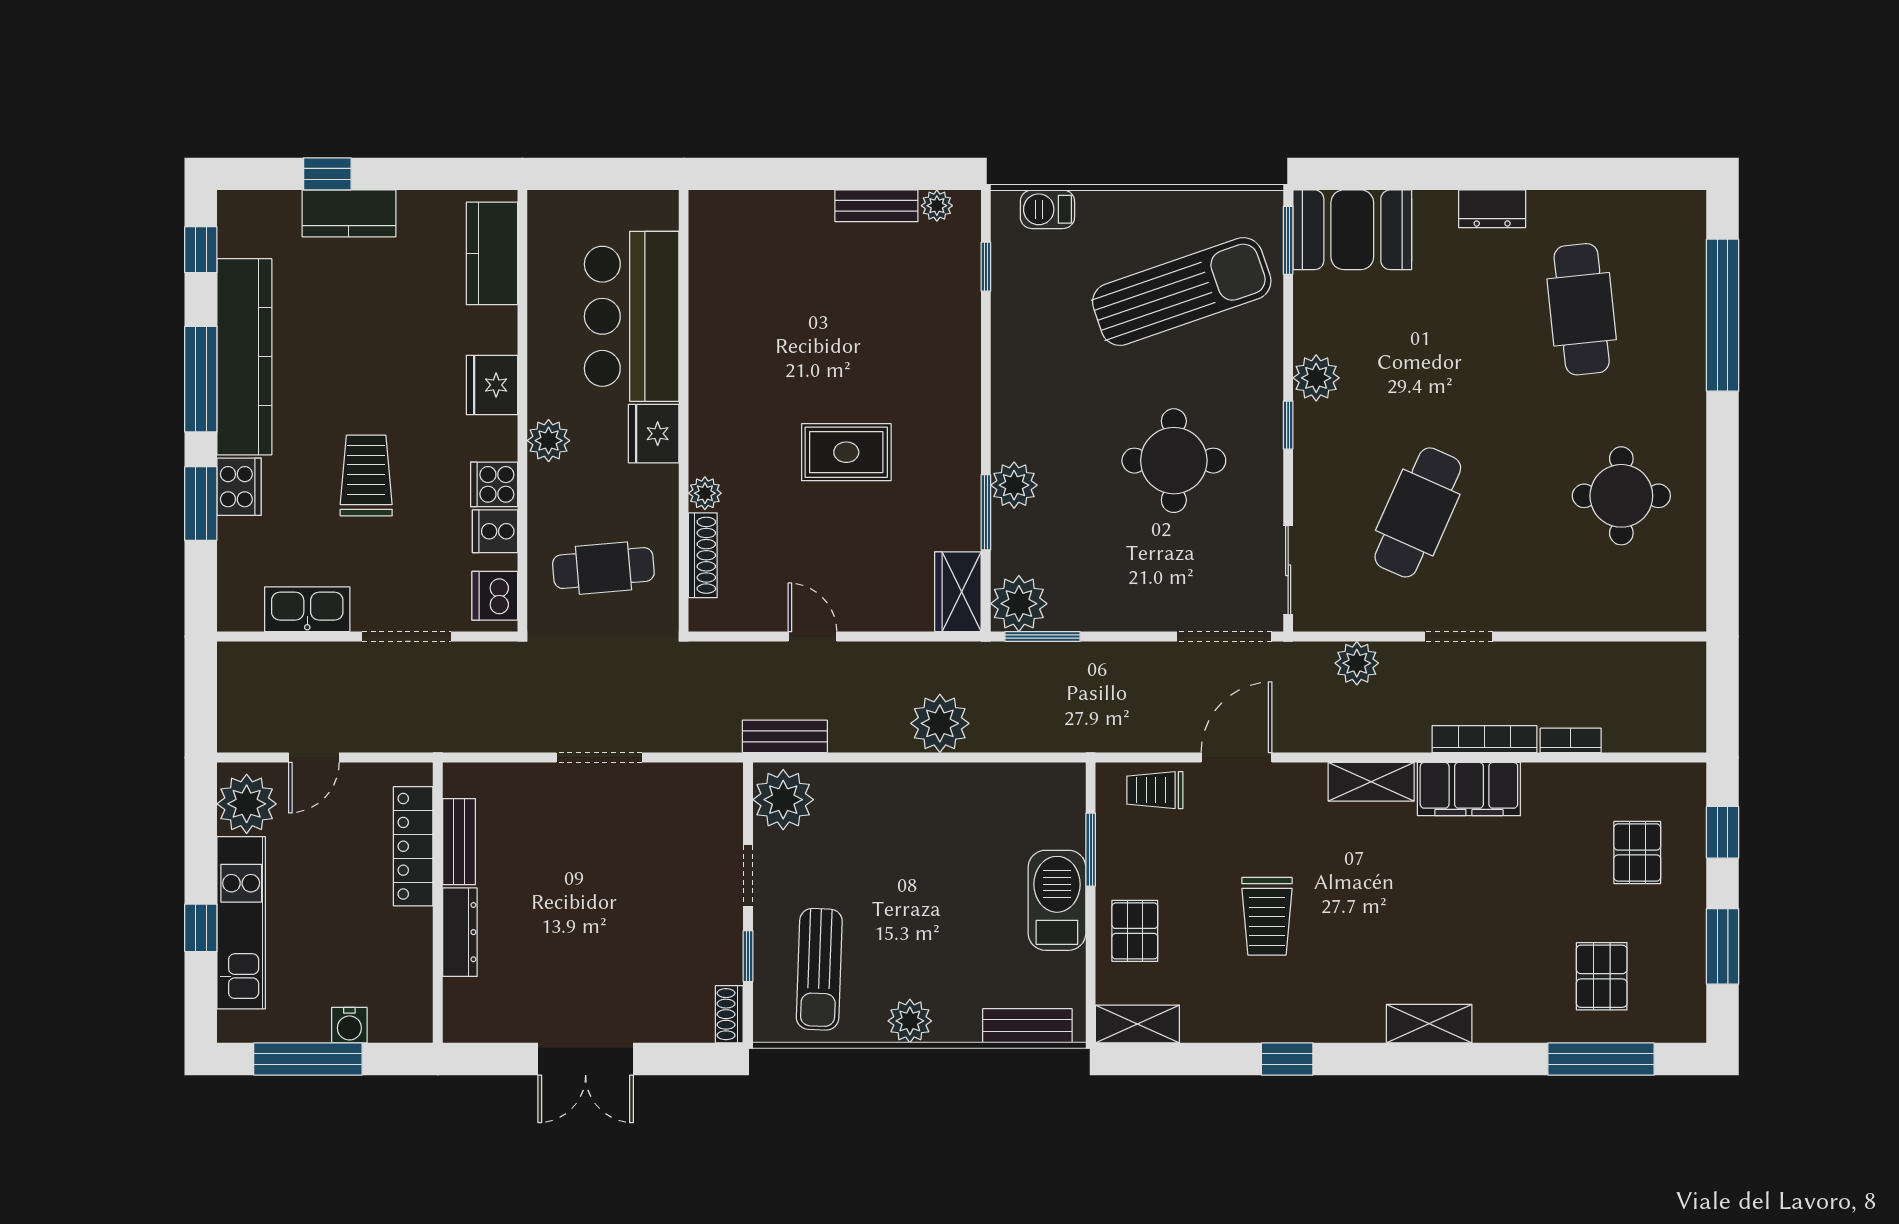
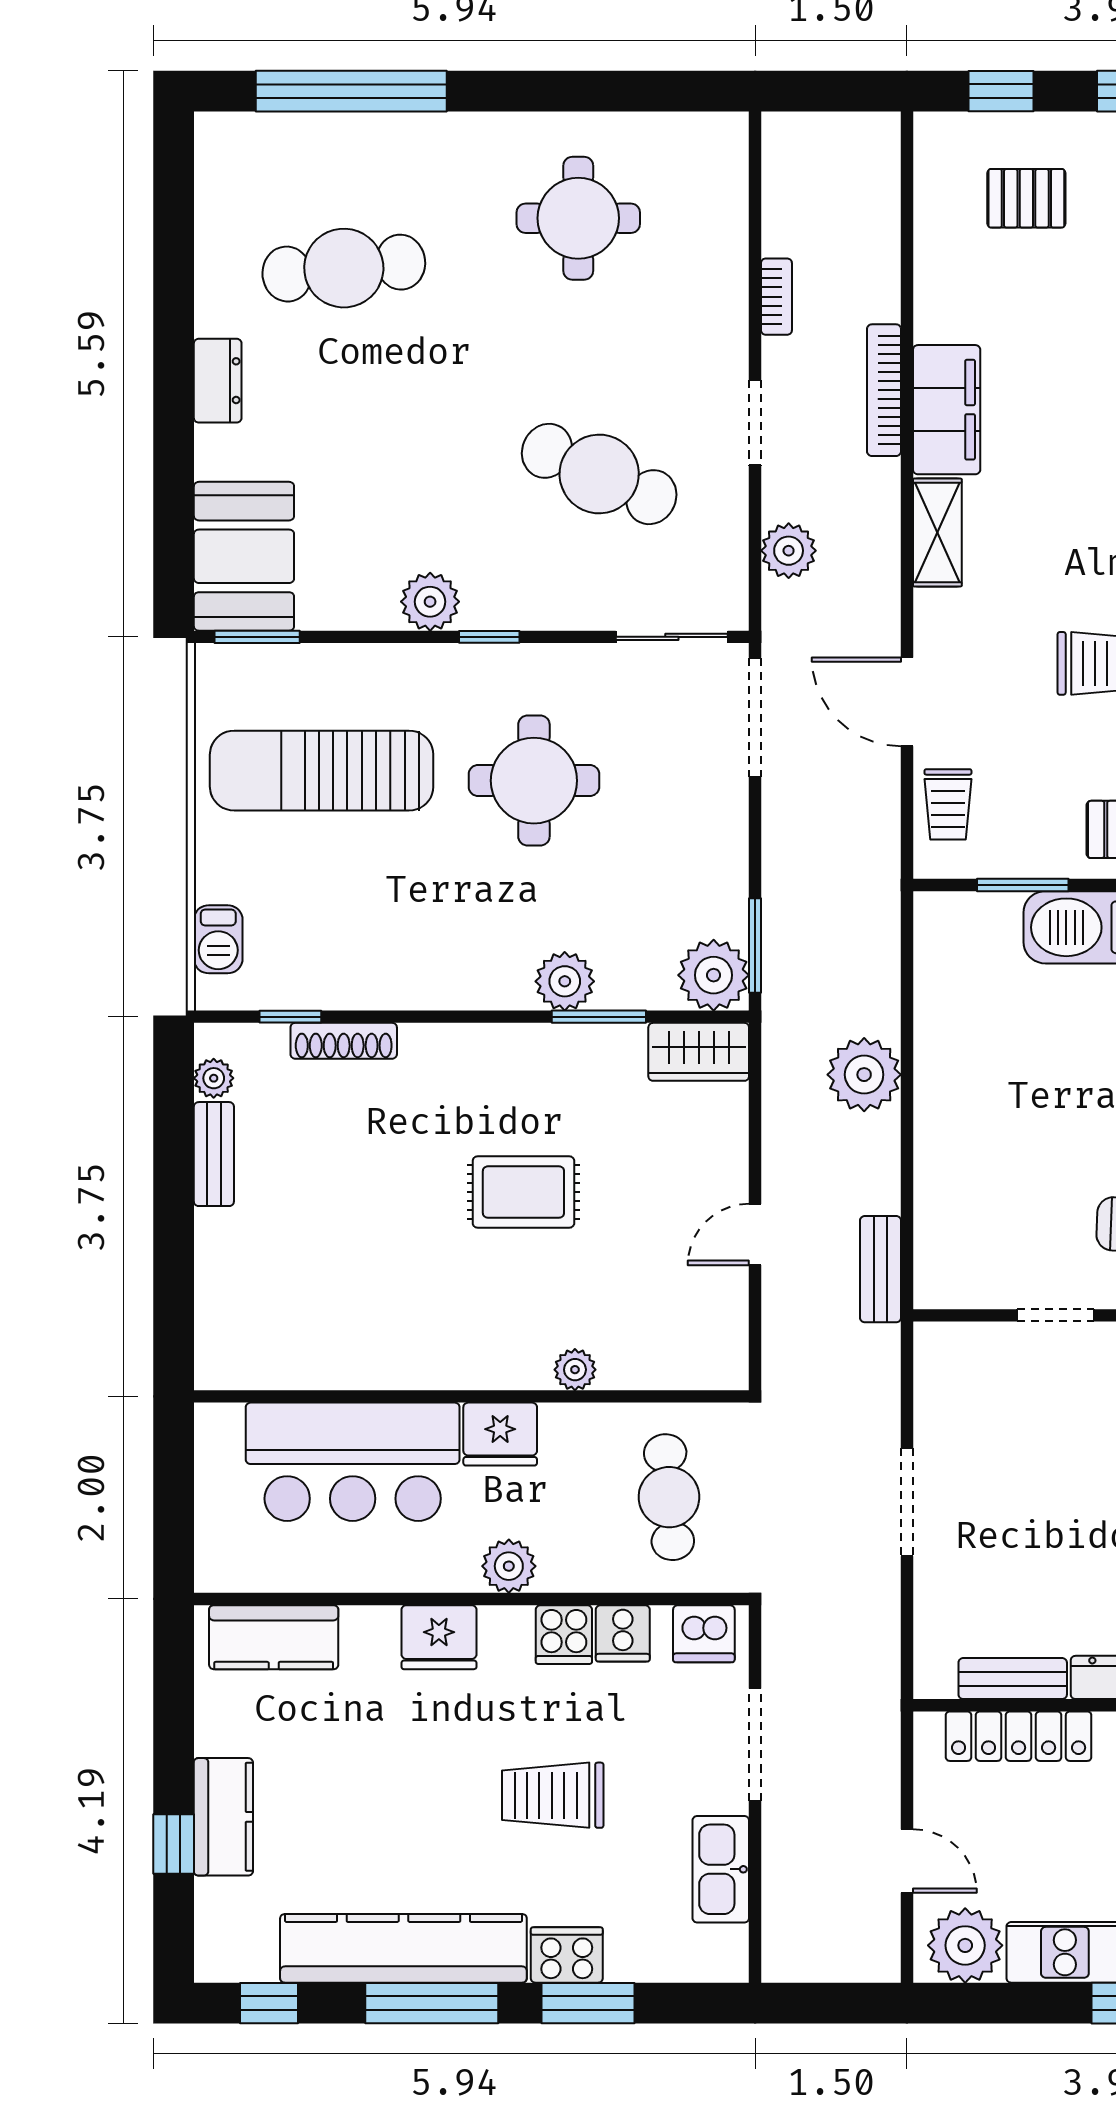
sun lounger: (1182, 292) -> (322, 771), turned -71
rug: (846, 452) -> (523, 1192), turned 90
shoe rack: (703, 555) -> (344, 1041), moved, turned 180
bookcase: (1571, 740) -> (776, 297), moved, turned 180
plant: (783, 800) -> (960, 1271), removed

